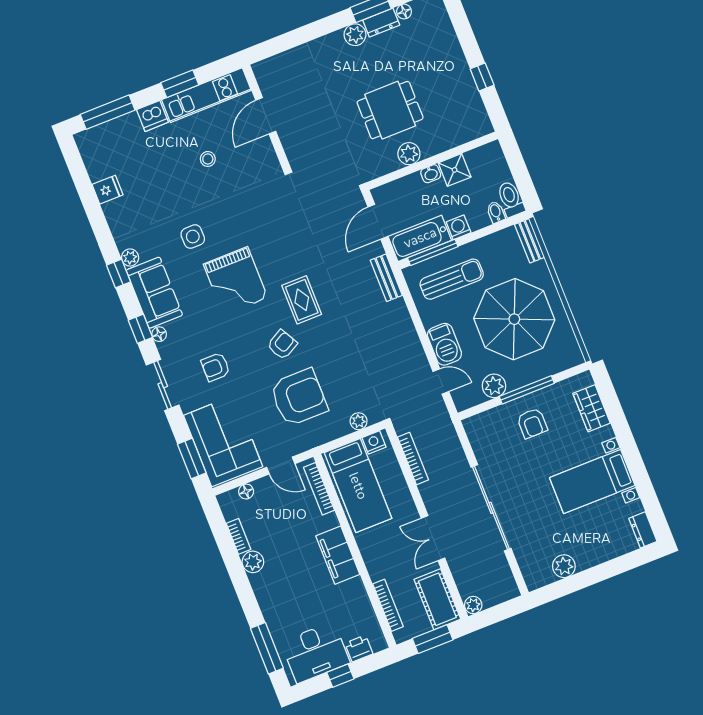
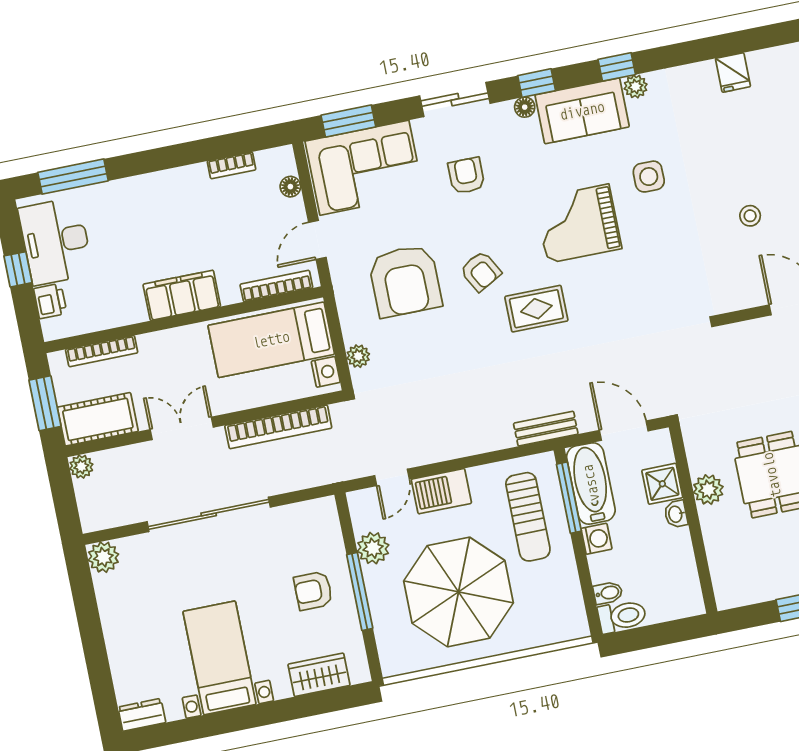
shower: (455, 170) -> (662, 484), moved
bench: (530, 241) -> (561, 632), removed
bookcase: (413, 459) -> (278, 427), width x1.48, depth x1.31
plant: (253, 562) -> (193, 179), removed
plant: (564, 566) -> (103, 557), moved

